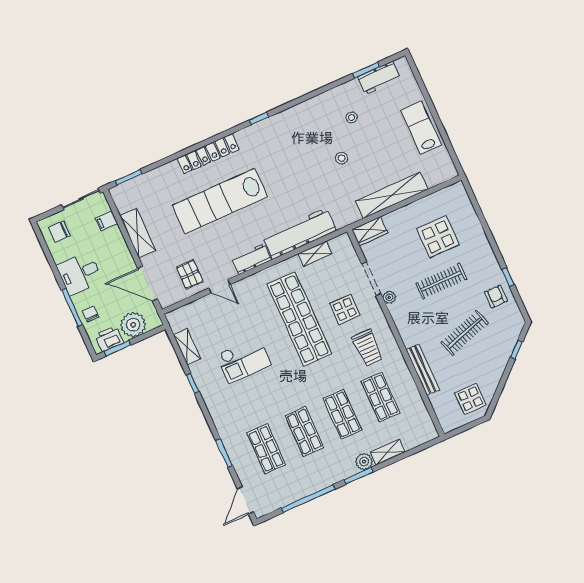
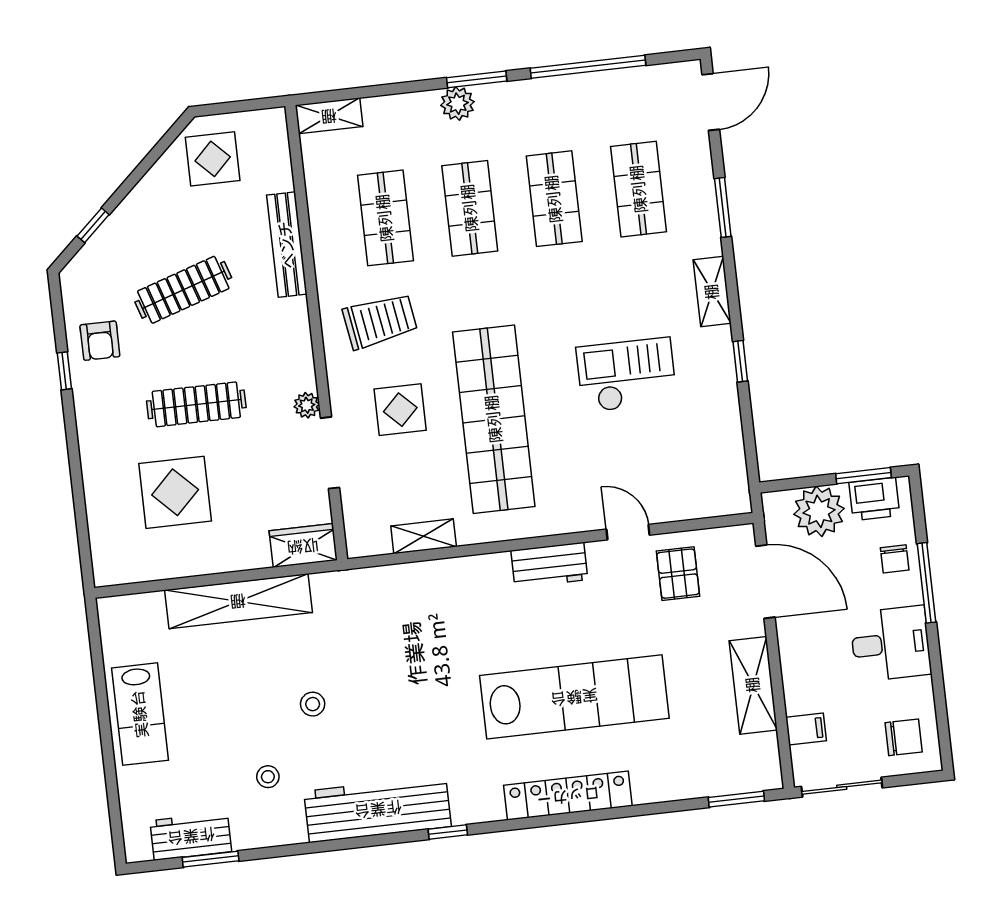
workbench: (300, 233) -> (378, 809), moved, turned 180
shelving: (187, 347) -> (712, 292), moved
trolley: (368, 348) -> (380, 321), turned 81
shelving: (388, 452) -> (329, 116), moved

